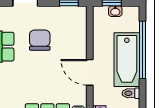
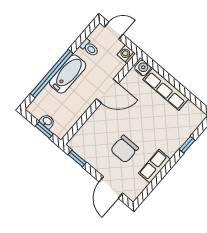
bathtub: (127, 60) -> (68, 74), width x0.73, depth x0.73
door: (90, 72) -> (107, 91), hinge flipped

